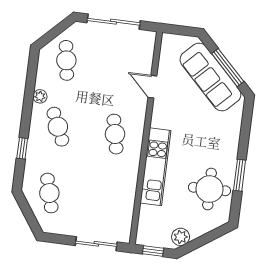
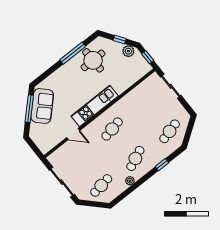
sofa: (210, 77) -> (42, 106), width x0.73
door: (152, 87) -> (73, 134), hinge flipped
kitchen unit: (155, 167) -> (95, 106), moved
window: (240, 175) -> (73, 53), width x1.44
window: (203, 240) -> (120, 40), added

